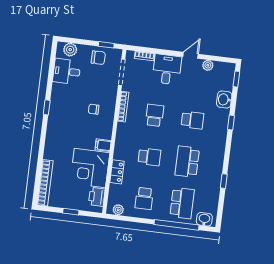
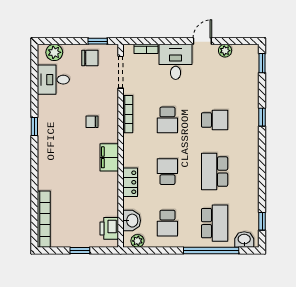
washbasin: (224, 99) -> (132, 221), moved, turned 180
school desk: (155, 115) -> (167, 120), turned 180
filing cabinet: (103, 145) -> (109, 157), width x2.00
school desk: (149, 157) -> (167, 172), turned -90
corner desk: (90, 168) -> (96, 194), removed
locker: (117, 172) -> (130, 182), moved
window: (224, 181) -> (262, 221), moved

